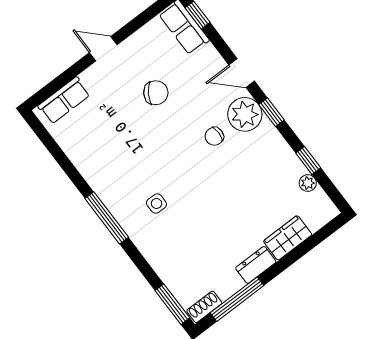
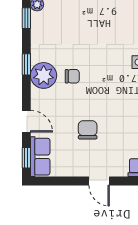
door: (242, 73) -> (26, 121), moved
chair: (156, 93) -> (88, 130), turned 57

